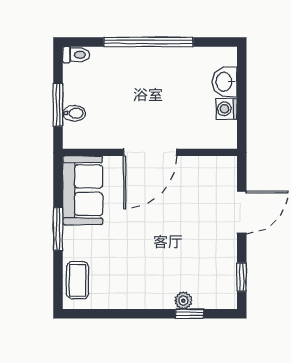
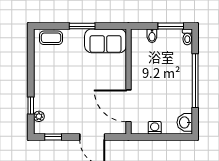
washbasin: (225, 82) -> (185, 122), moved, turned -90
window: (58, 105) -> (171, 26), moved
door: (150, 152) -> (128, 106), moved
plant: (183, 300) -> (39, 116), moved

